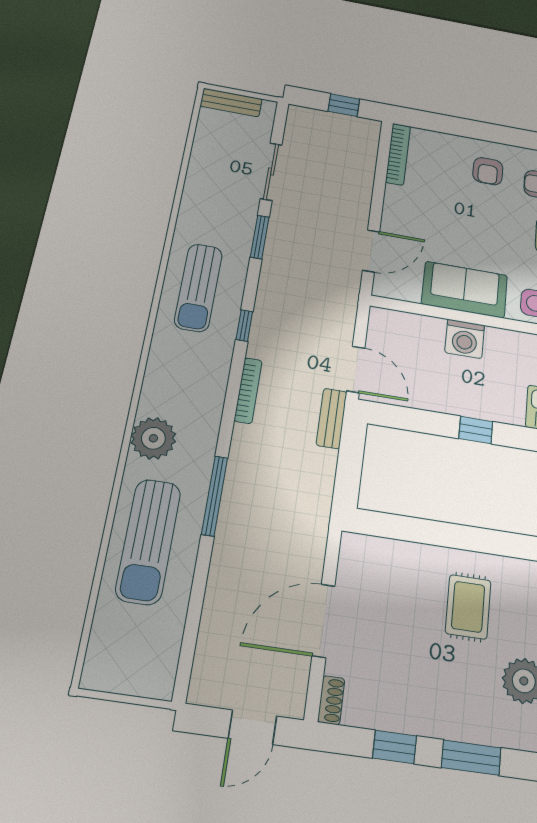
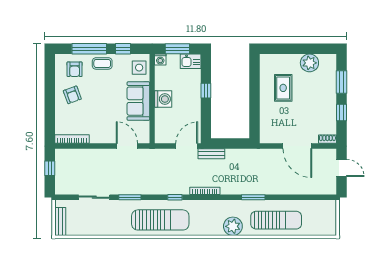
armchair: (488, 171) -> (72, 95), turned 70
sun lounger: (198, 287) -> (160, 220), width x1.36, depth x1.34
window: (215, 496) -> (253, 197), width x0.69
rug: (468, 607) -> (283, 88), turned 90

